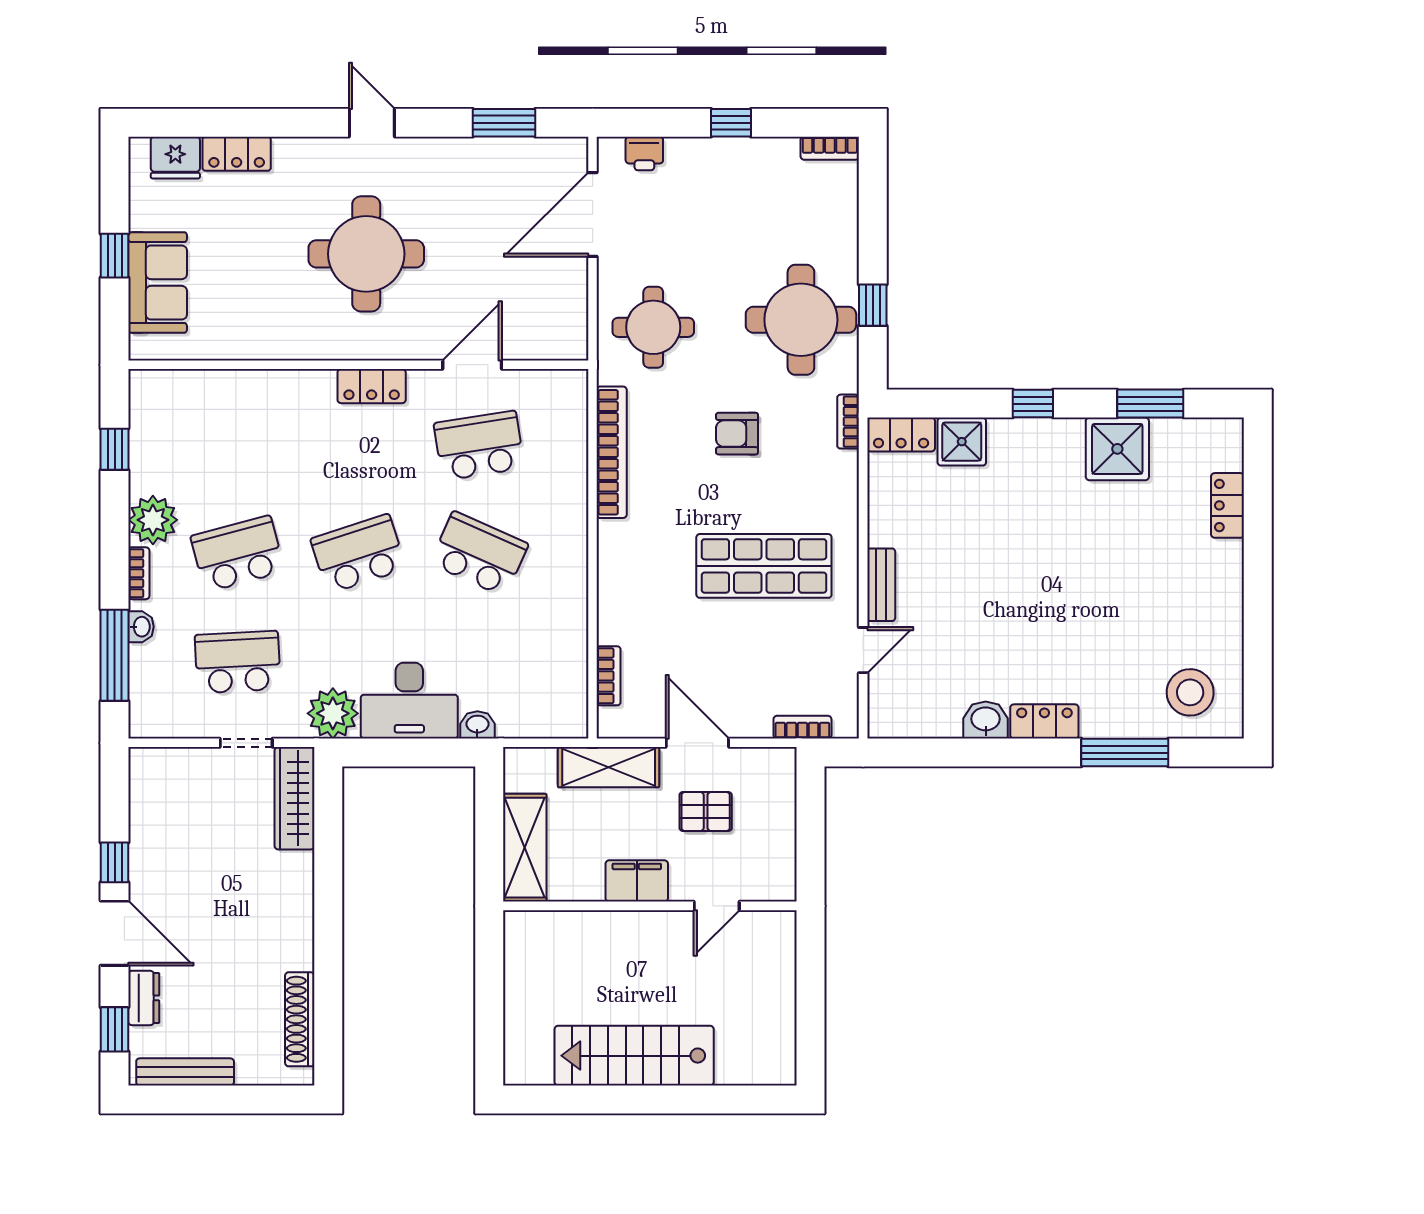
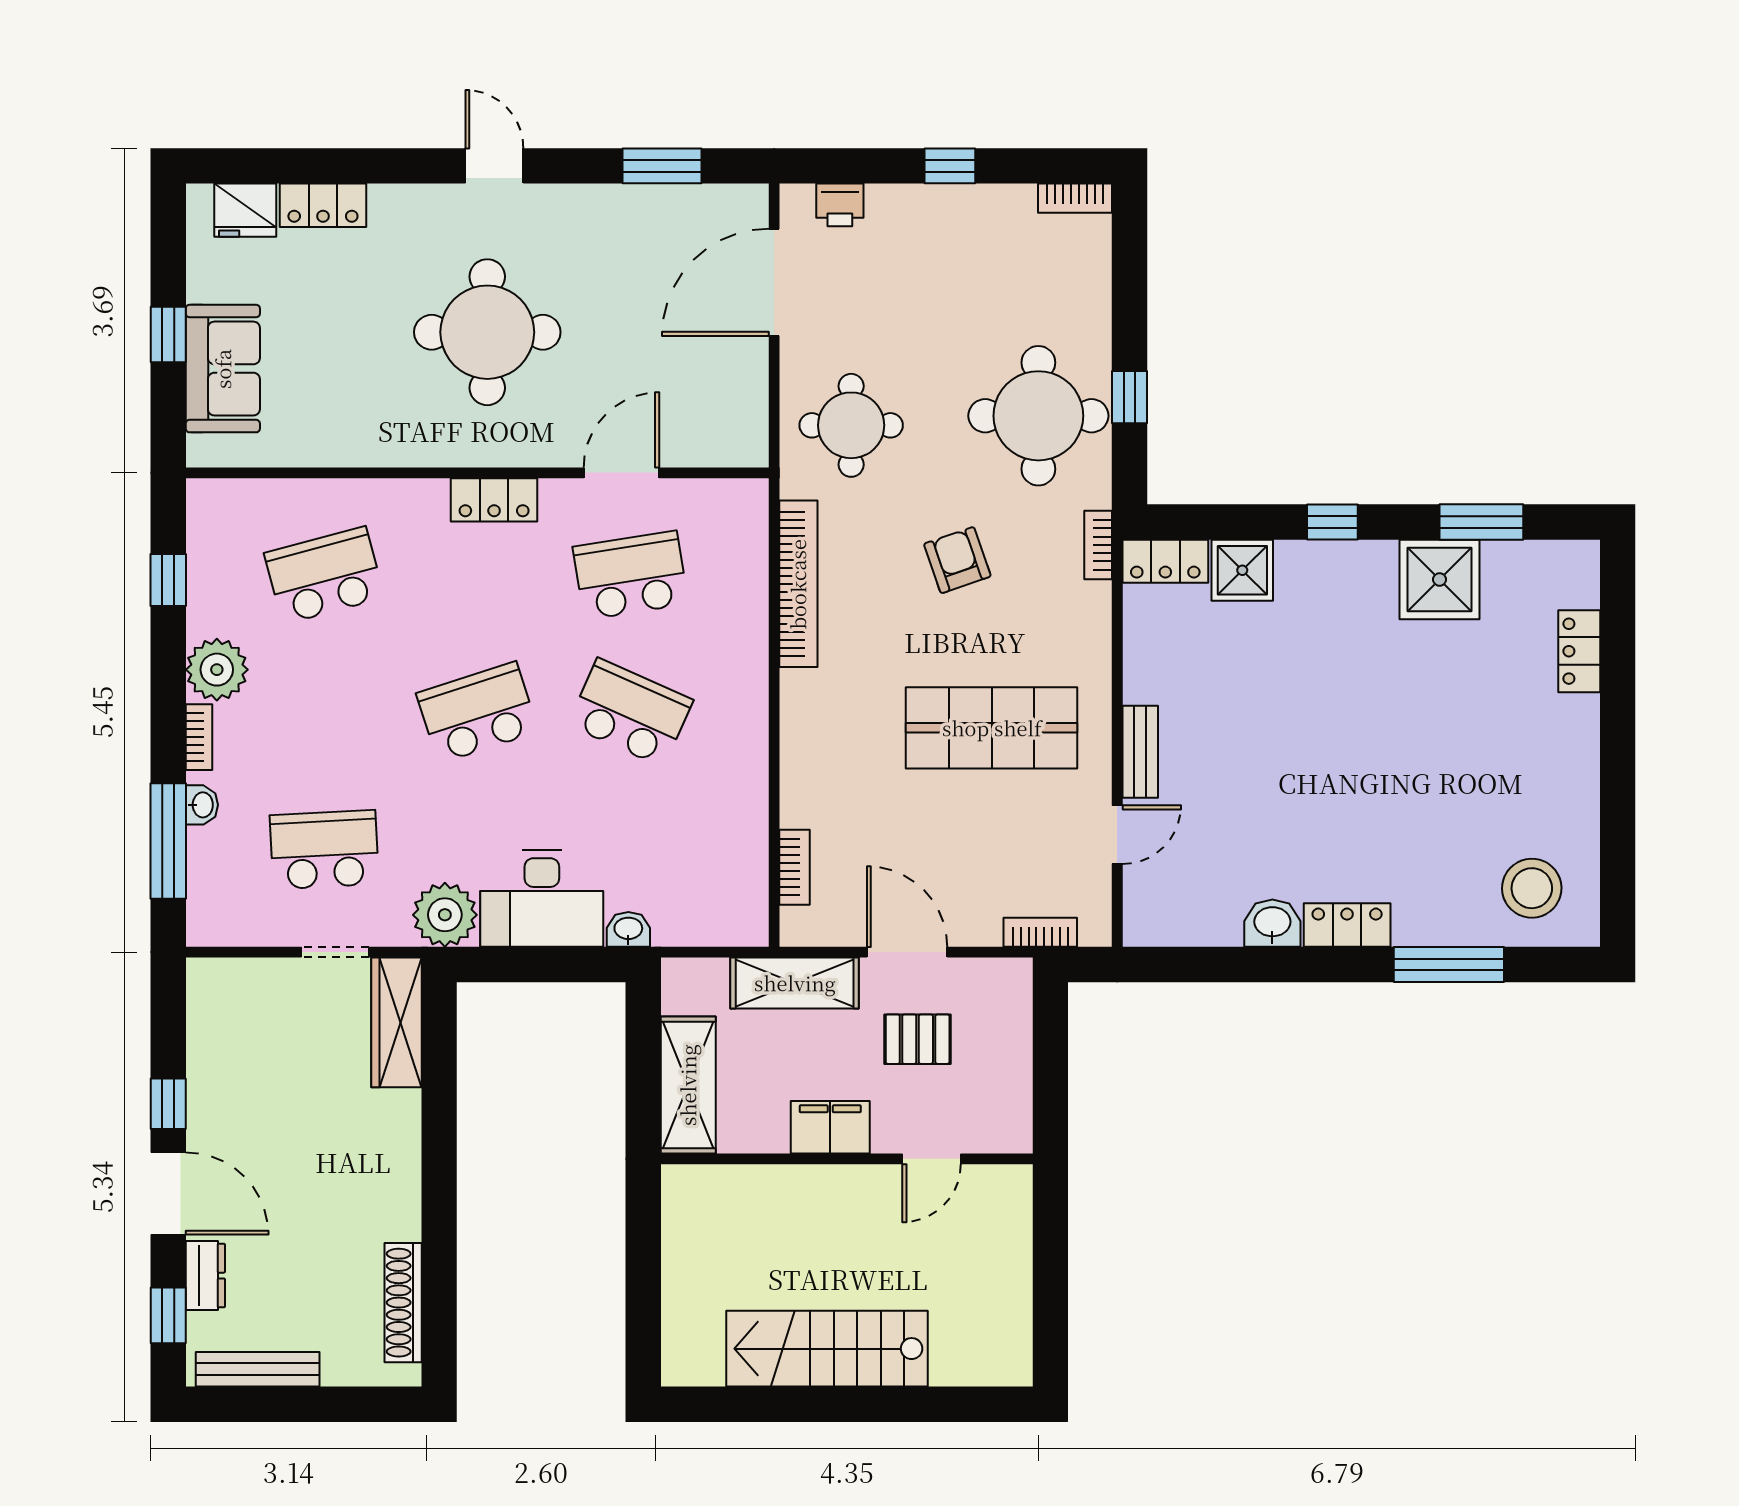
armchair: (737, 434) -> (957, 560), turned 71
school desk: (238, 554) -> (324, 575), moved

